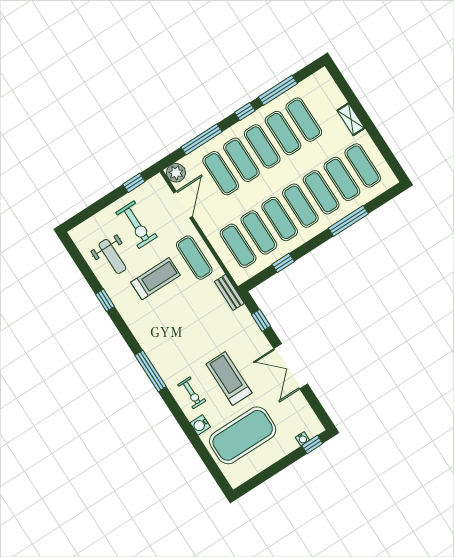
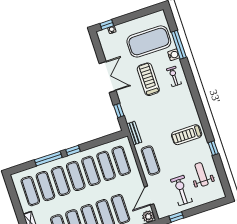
window: (283, 263) -> (73, 150), moved
treadmill: (156, 279) -> (187, 135), moved
window: (151, 371) -> (179, 45), moved
treadmill: (229, 379) -> (148, 79), turned 180

